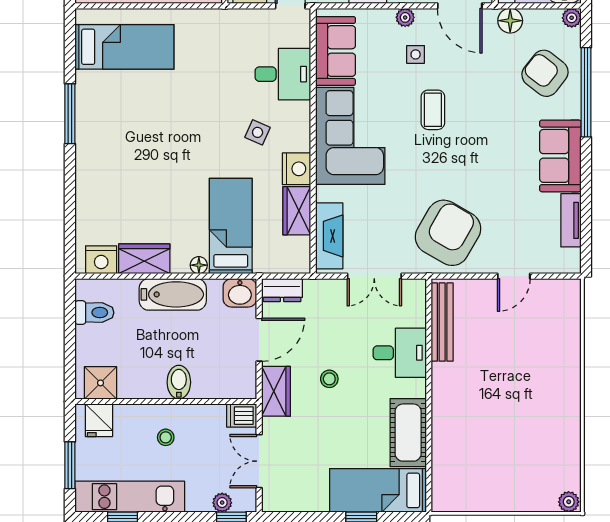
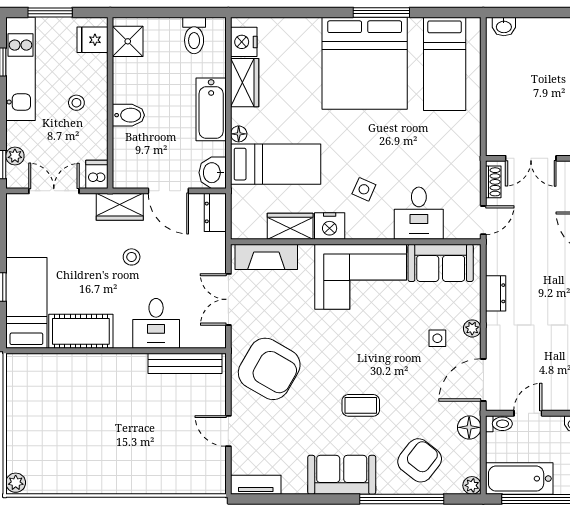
coffee table: (433, 110) -> (361, 405), moved
bed: (124, 132) -> (365, 63), added
tv unit: (571, 220) -> (256, 485), moved

